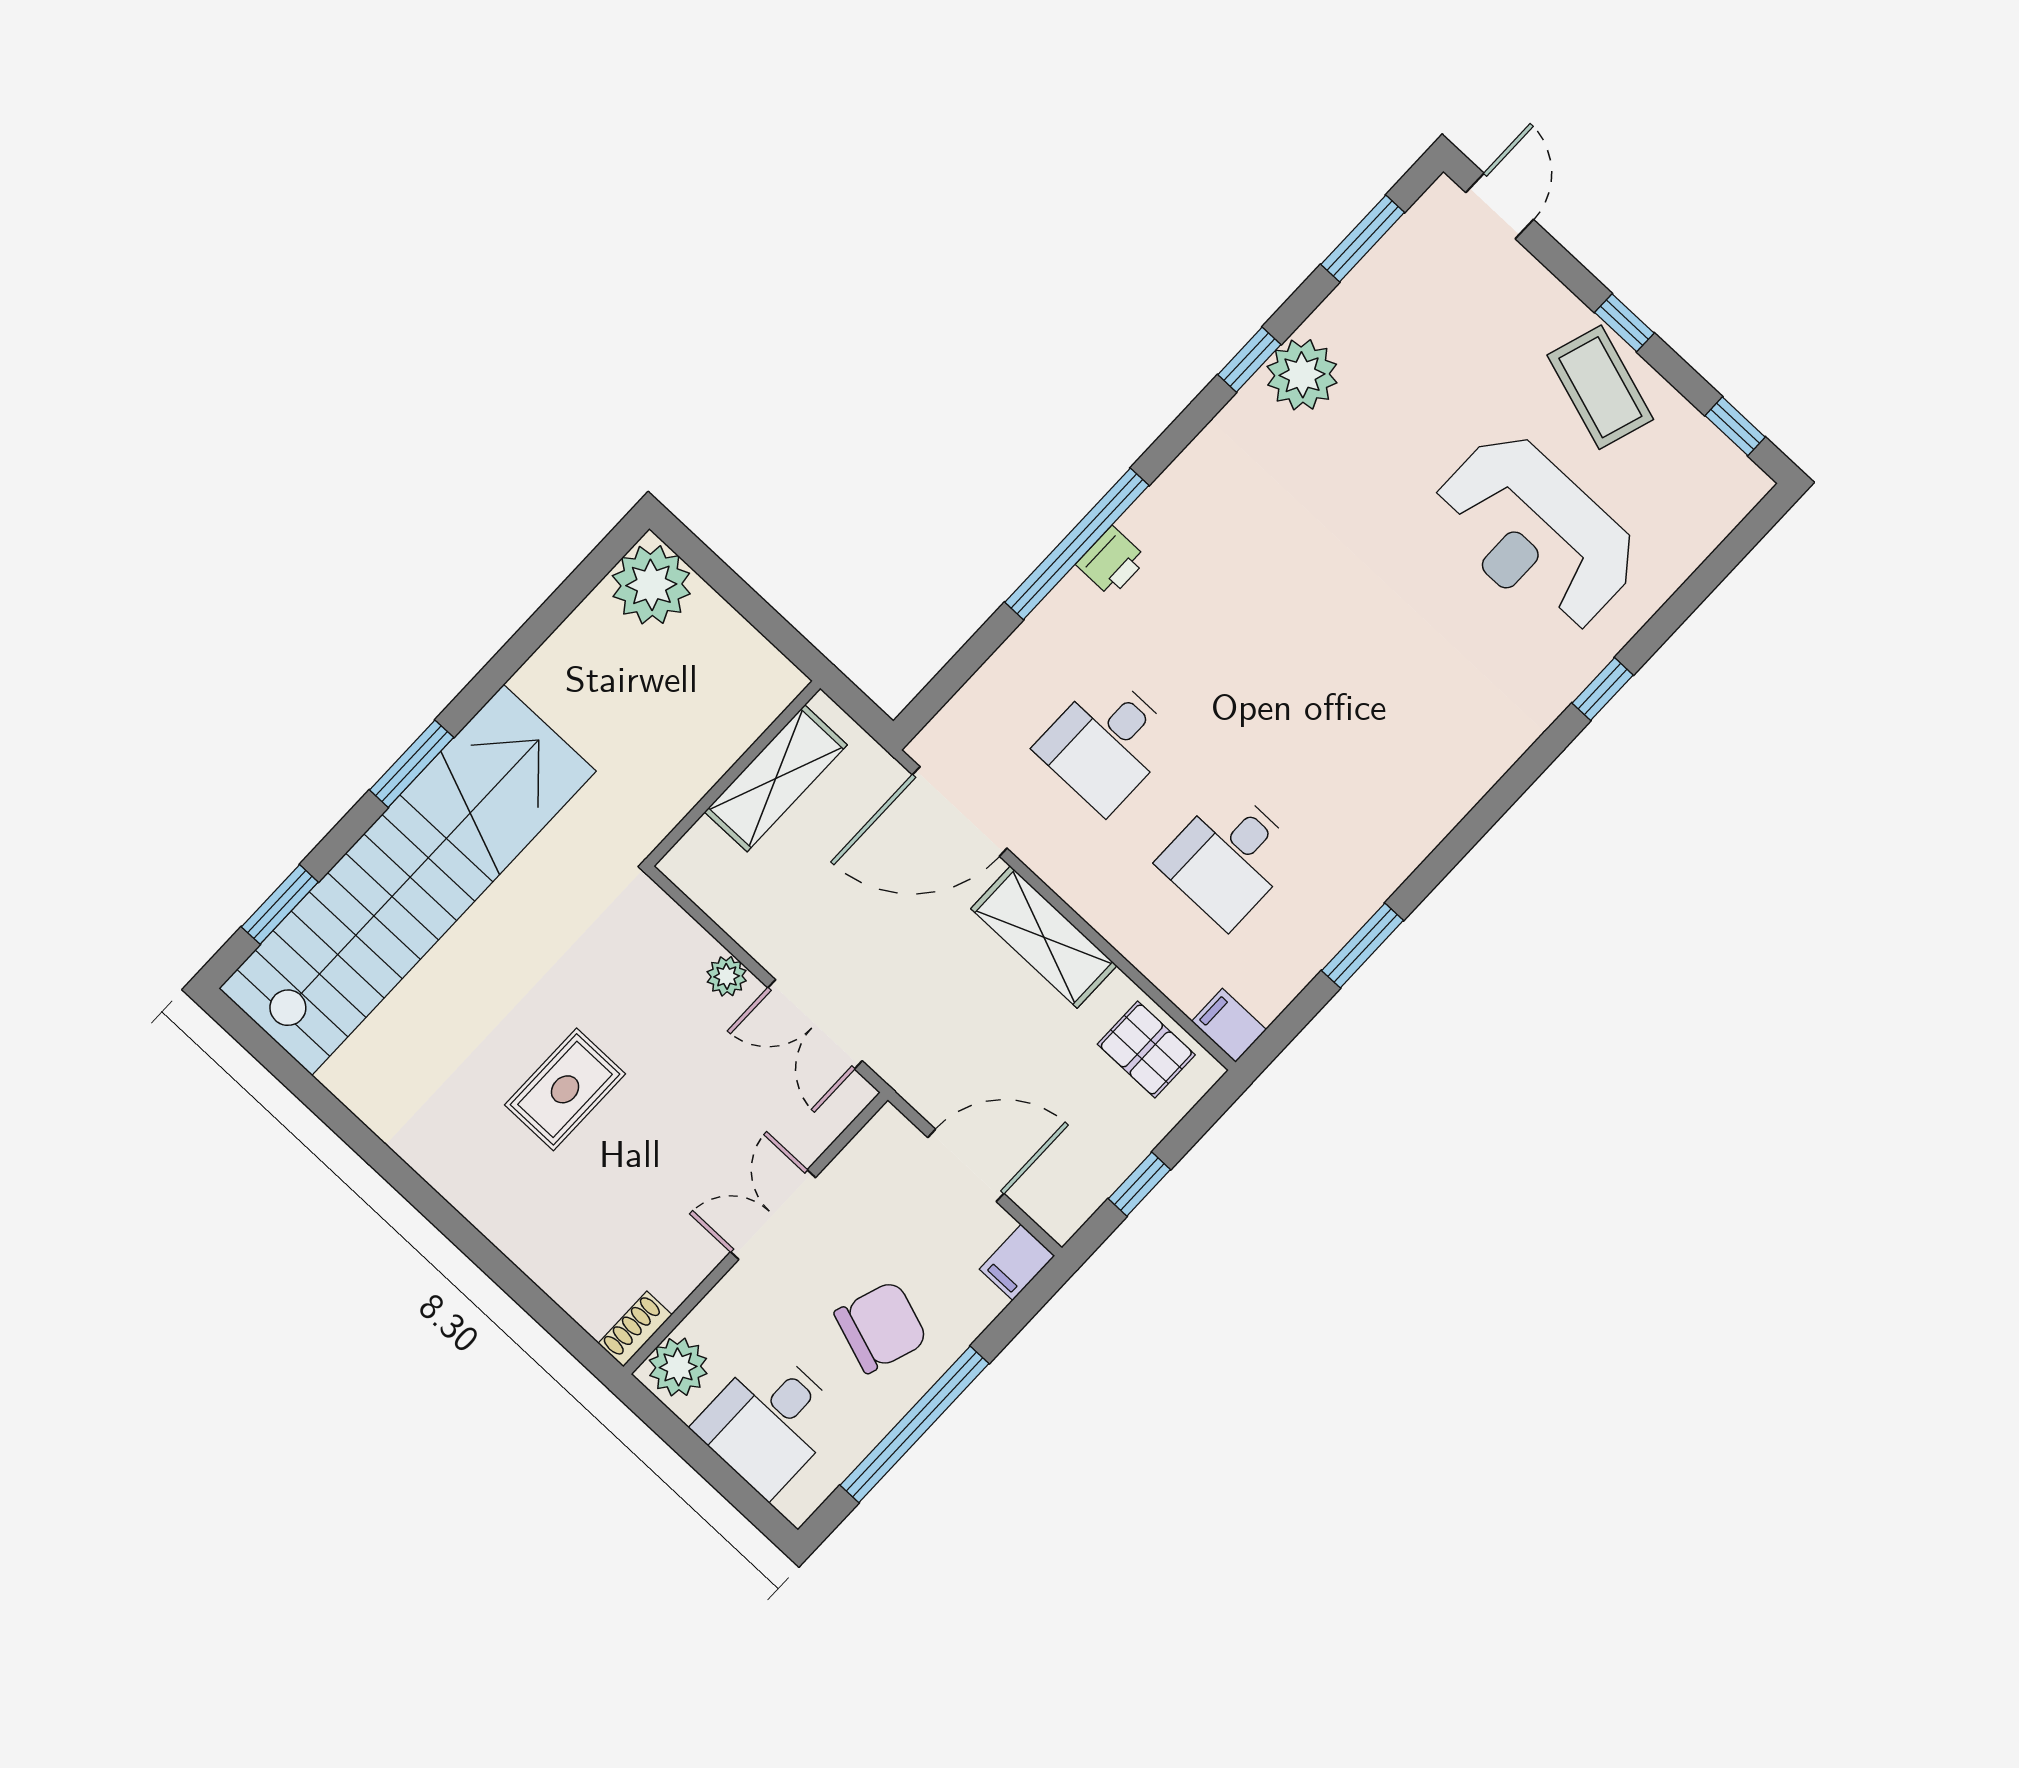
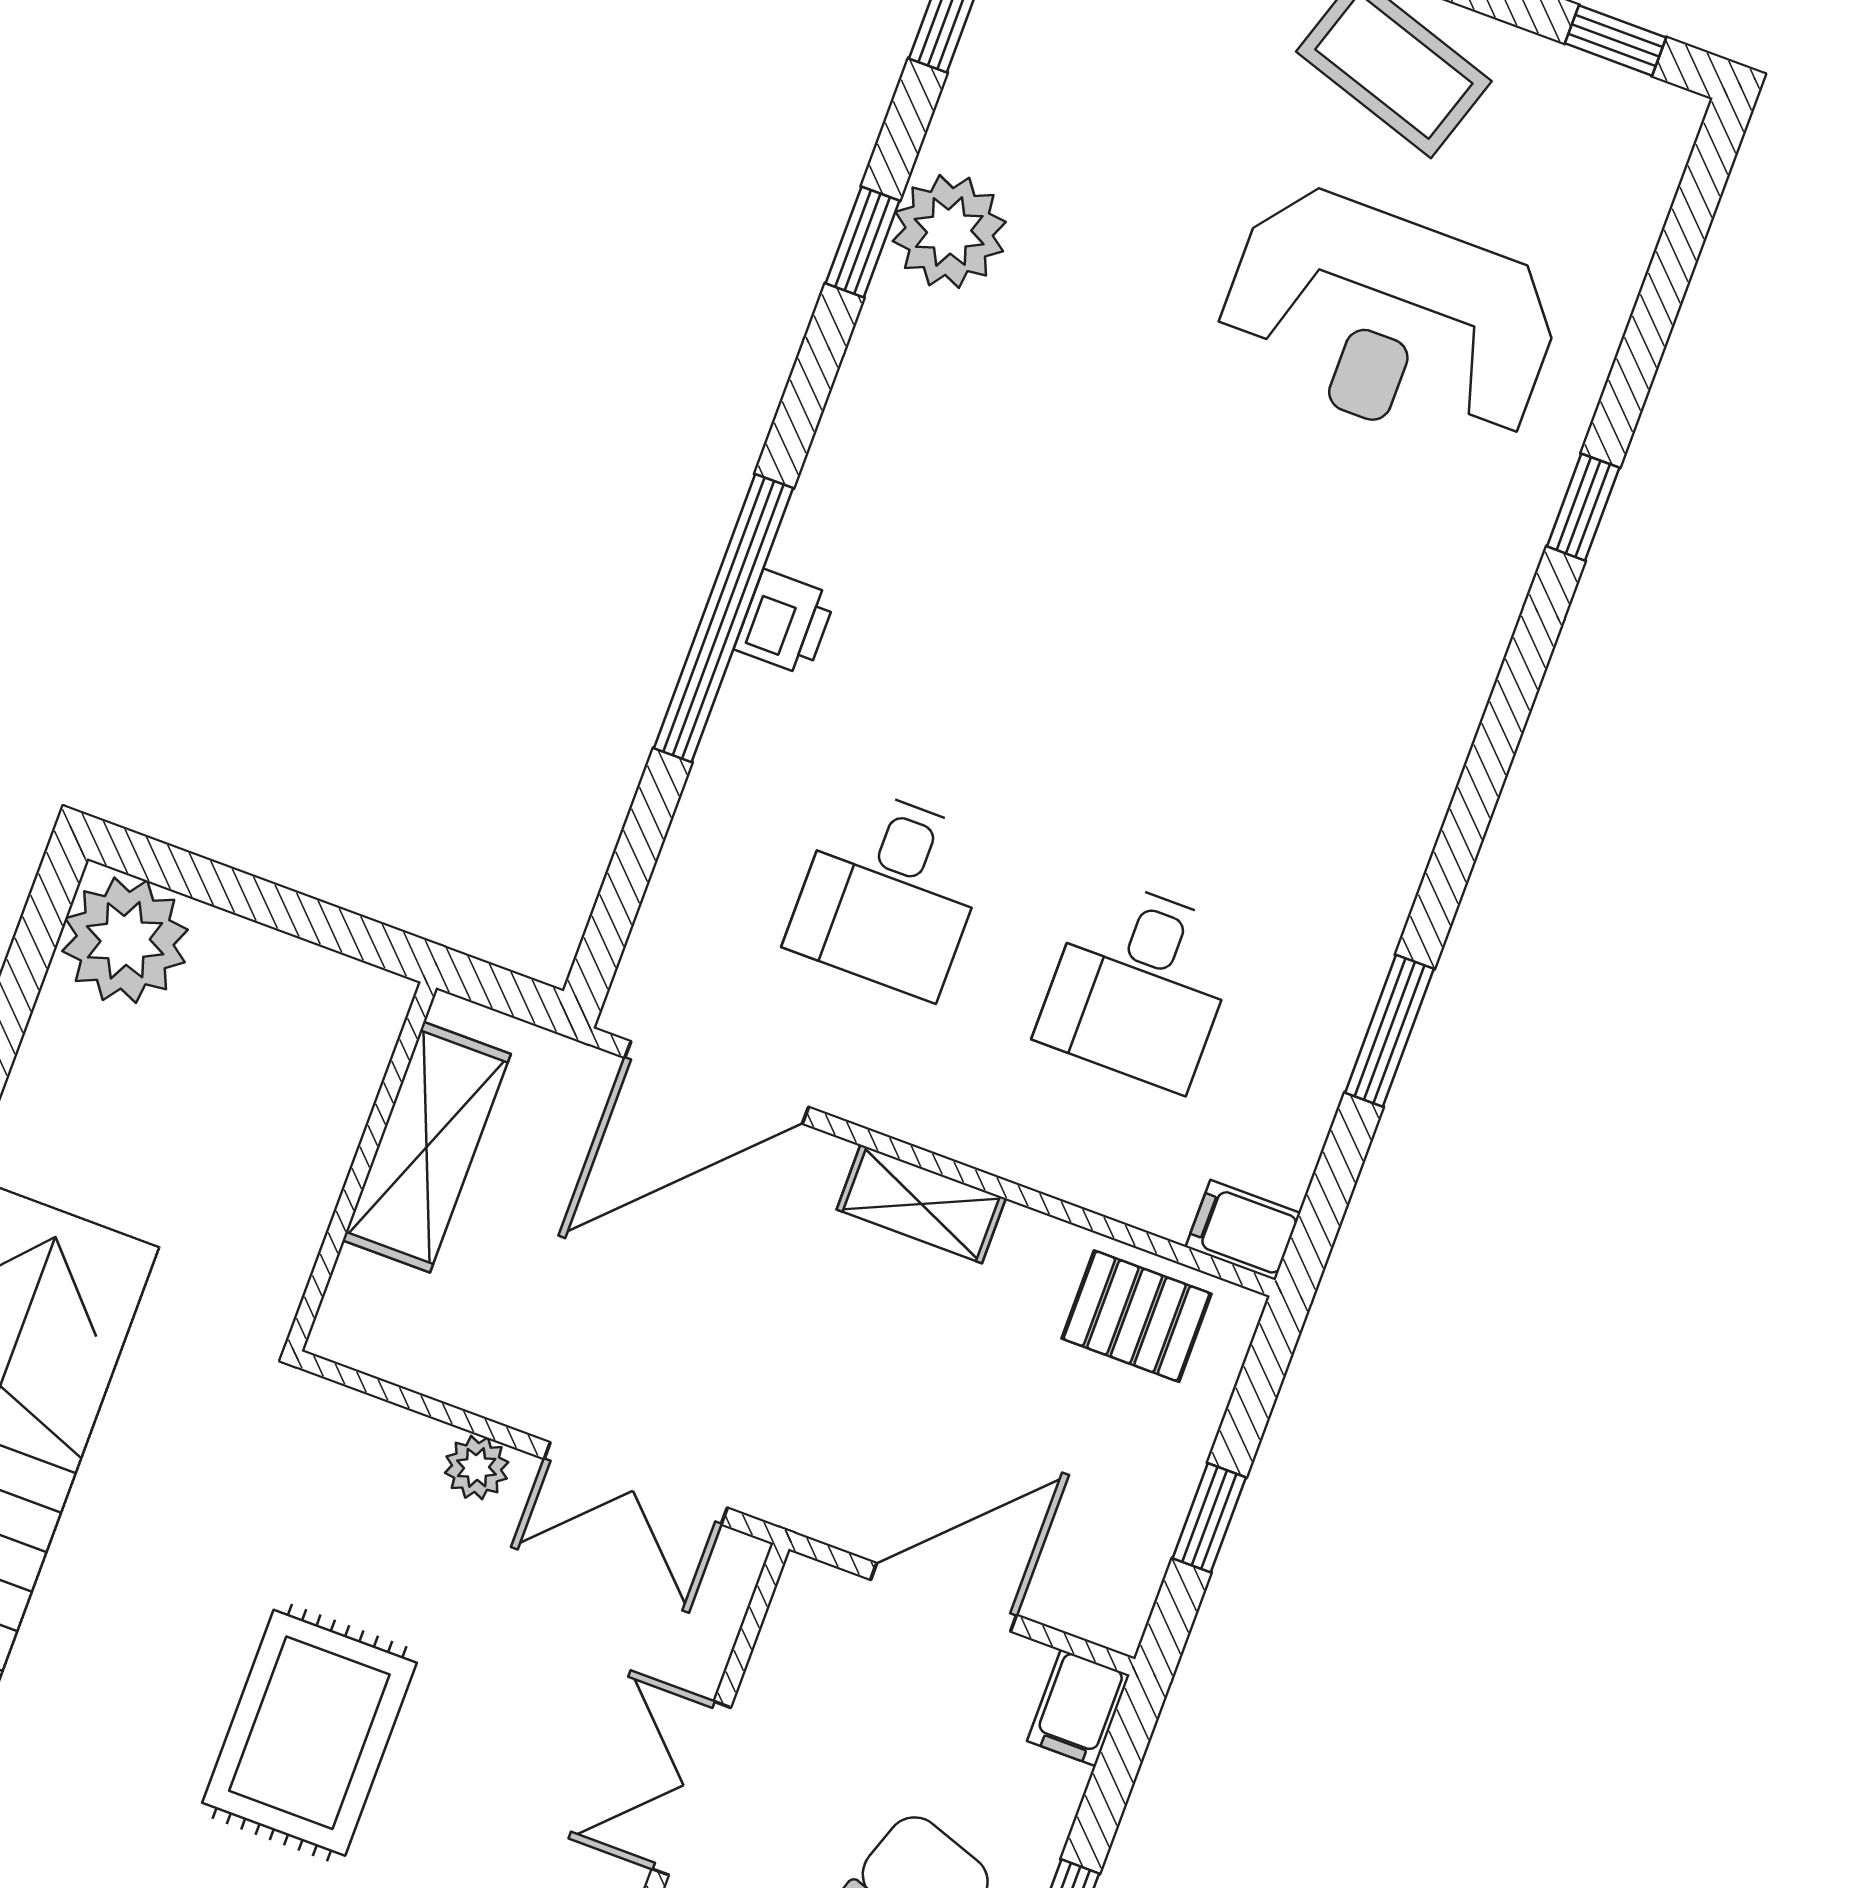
shelving: (1044, 937) -> (921, 1204), width x0.67, depth x0.75
rug: (565, 1089) -> (309, 1733), width x1.36, depth x1.43

